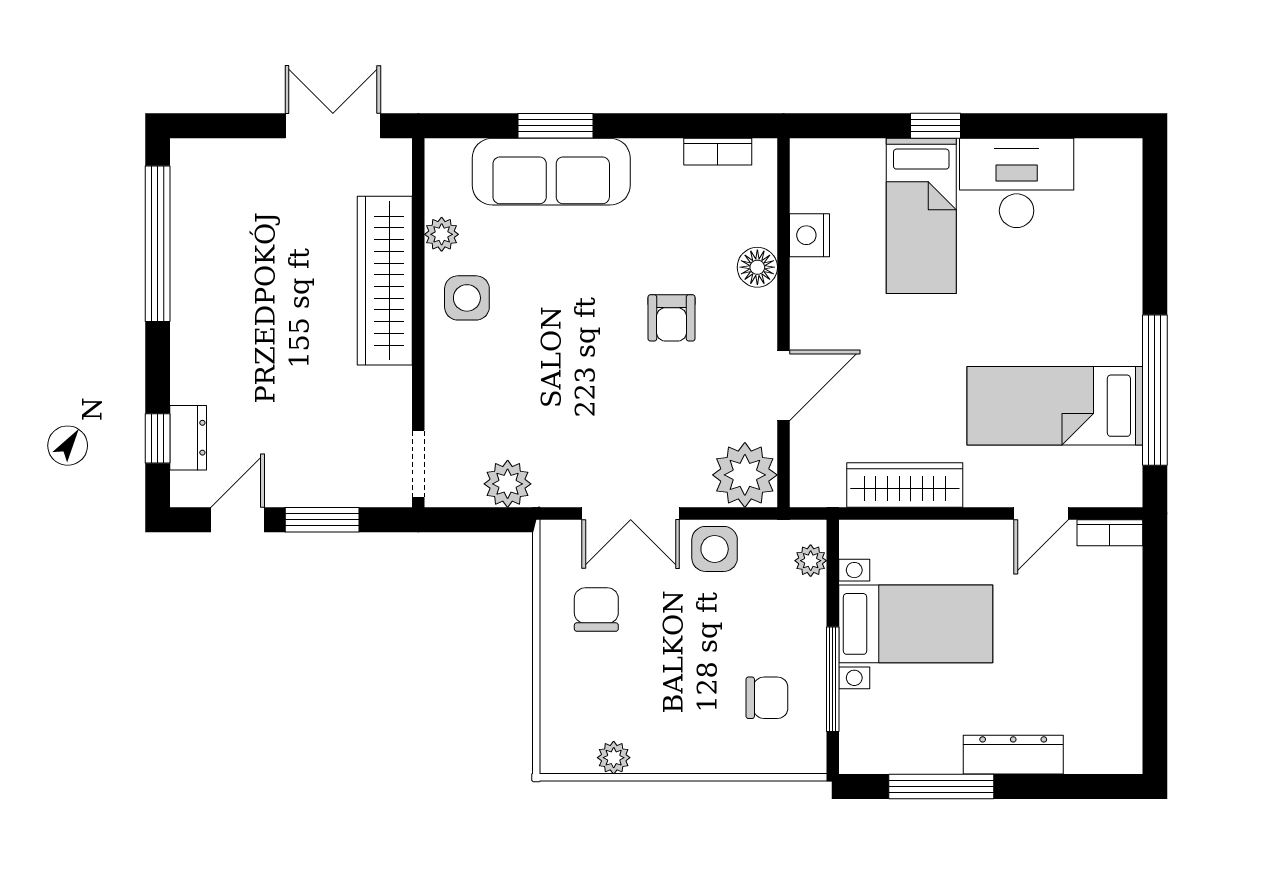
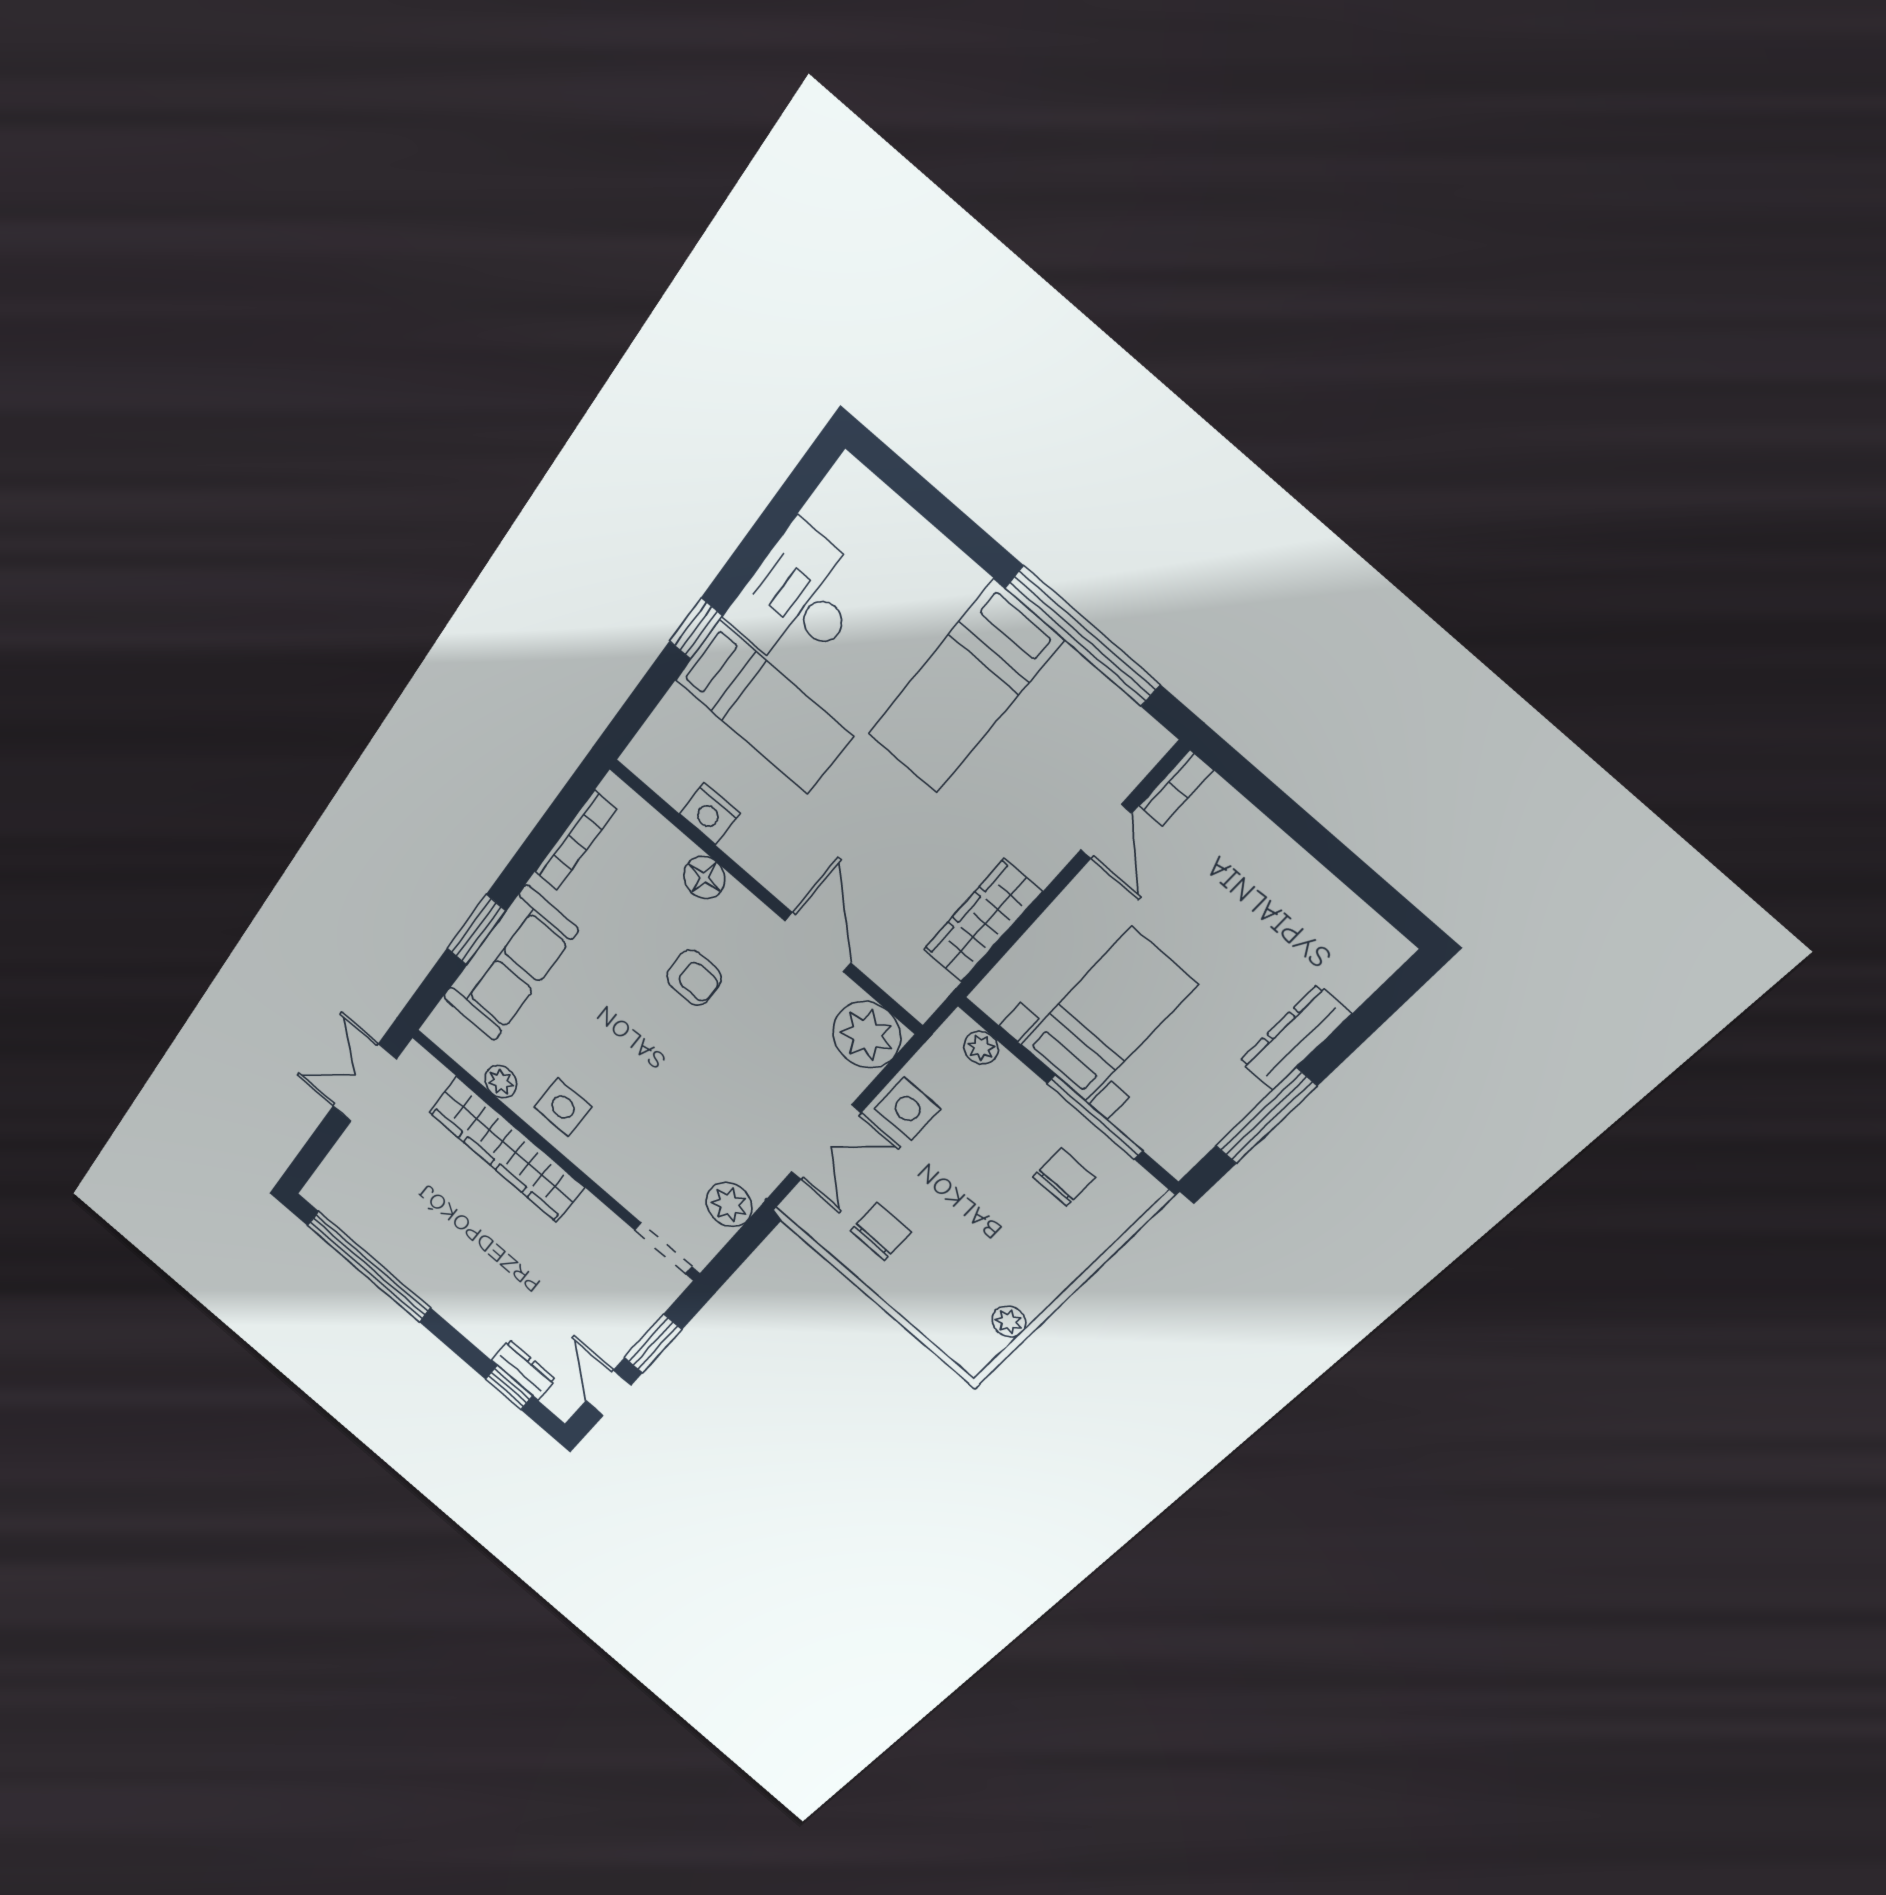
bookcase: (718, 152) -> (575, 841), width x1.56
bed: (1055, 406) -> (965, 688), moved
chair: (596, 610) -> (881, 1231), turned 90

